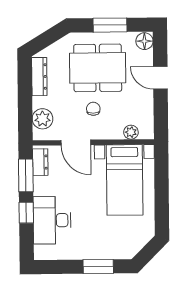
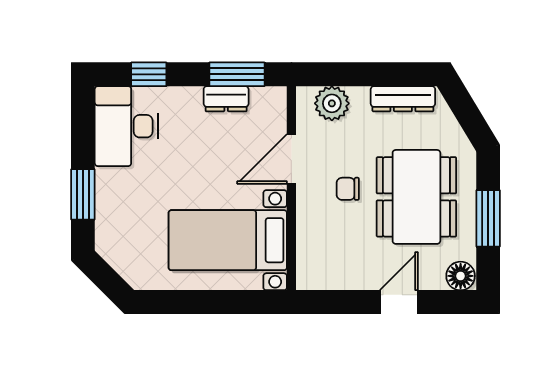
chair: (93, 109) -> (348, 189), turned 180
plant: (131, 132) -> (308, 252), removed
dresser: (40, 162) -> (226, 99), moved
window: (26, 213) -> (149, 74), moved
desk: (52, 220) -> (126, 126), moved, turned -90

